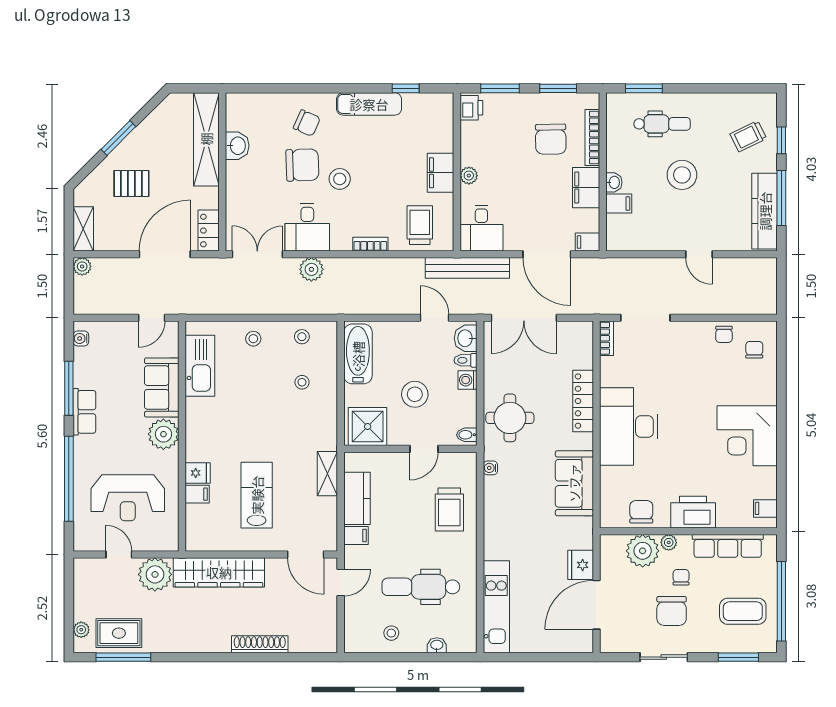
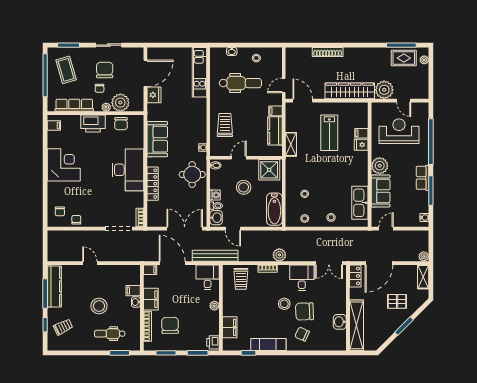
filing cabinet: (441, 173) -> (230, 327), moved
plant: (311, 269) -> (279, 255), moved
coffee table: (743, 611) -> (66, 70), turned 74

